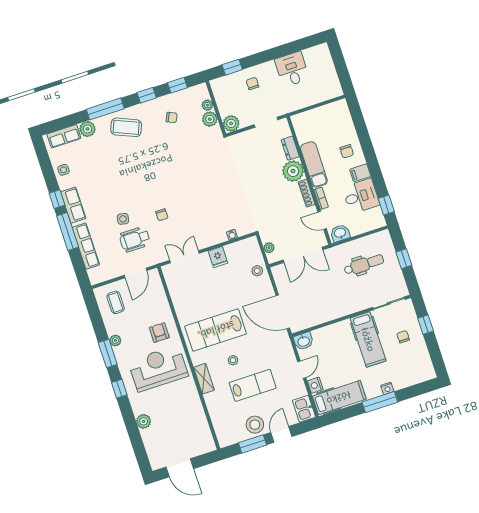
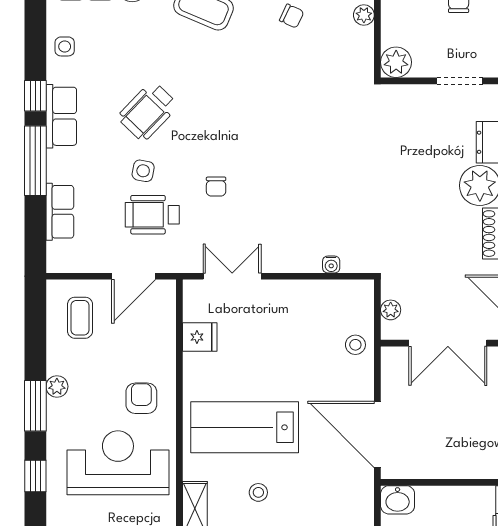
plant: (210, 119) -> (360, 42), removed
wheelchair: (116, 188) -> (148, 111), added
row of seats: (86, 246) -> (60, 212), width x0.68
fridge: (218, 257) -> (200, 337), moved, turned -90

